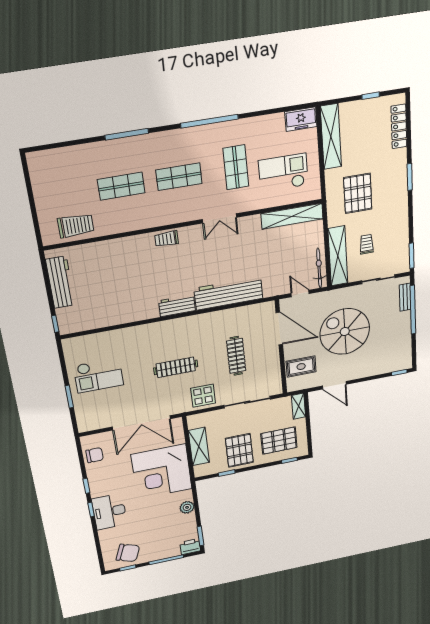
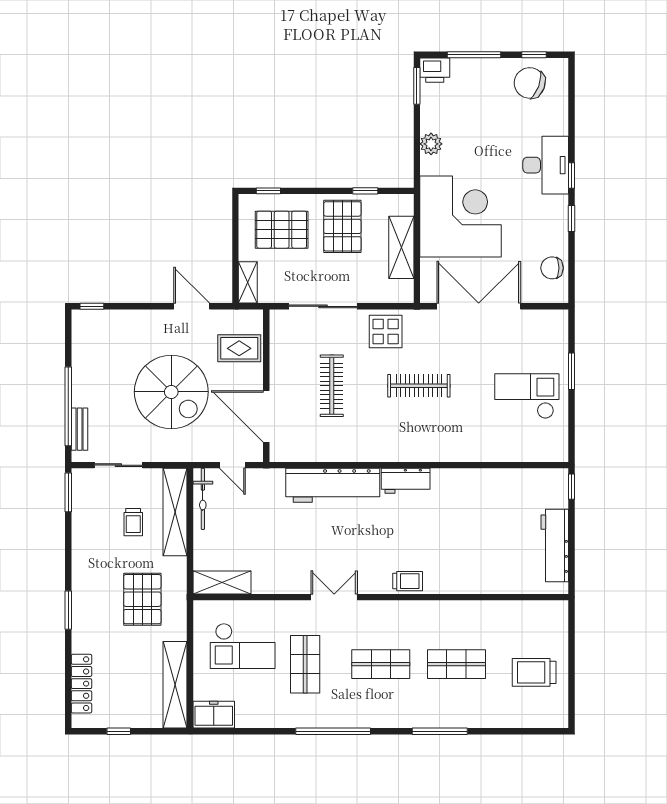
shelving: (292, 216) -> (222, 582), width x0.68
trolley: (76, 226) -> (534, 672), moved

